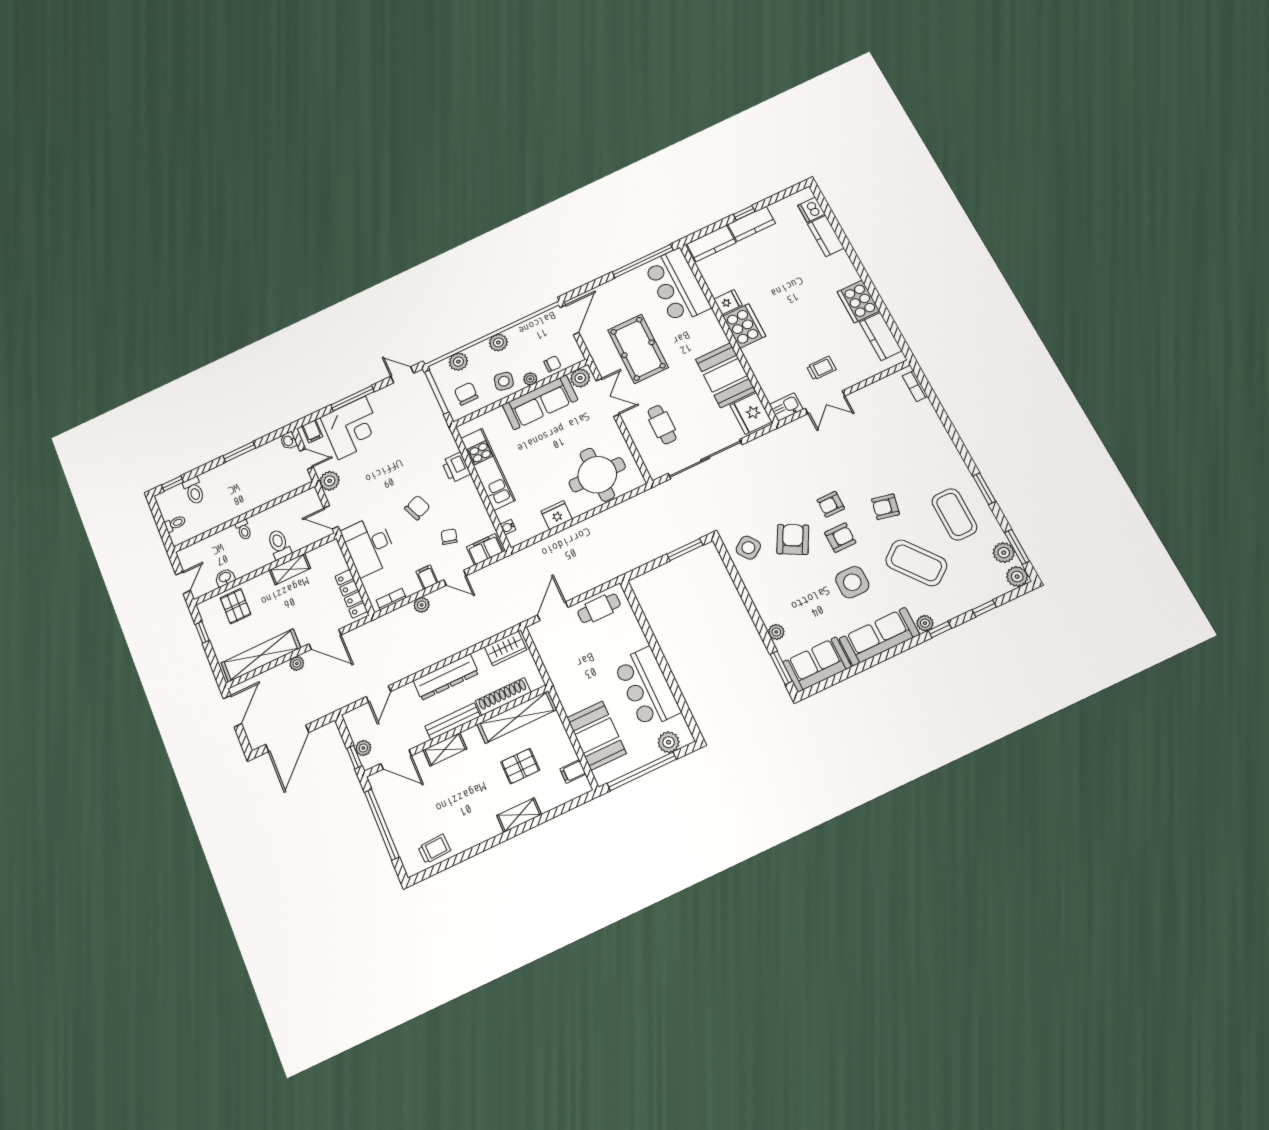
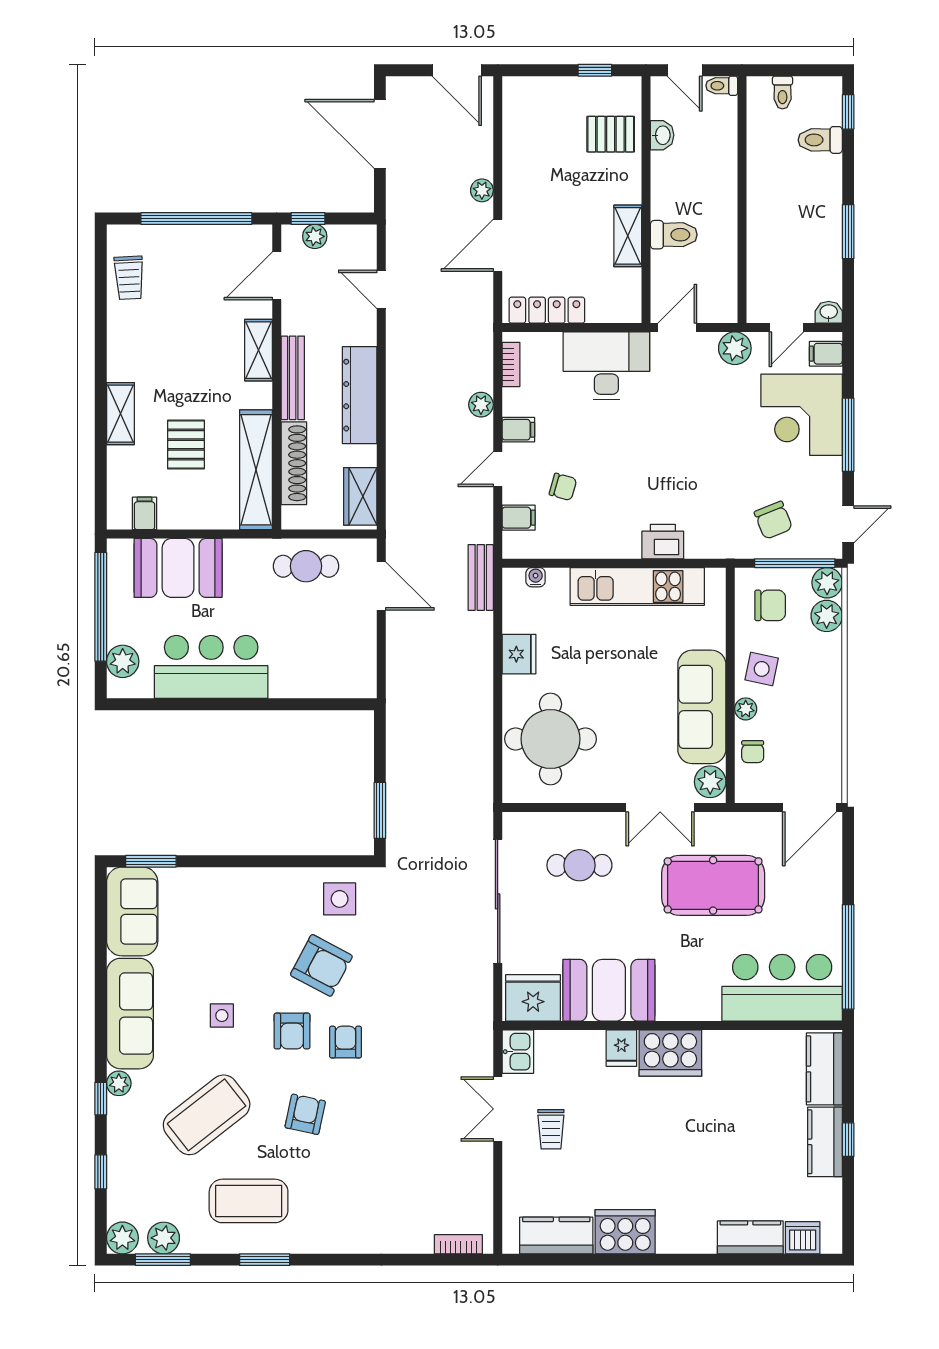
fridge: (728, 302) -> (621, 1048), moved
door: (569, 320) -> (809, 807), hinge flipped
plant: (498, 342) -> (827, 583), moved
chair: (417, 508) -> (773, 520), moved
toilet: (244, 530) -> (722, 86), moved
side table: (748, 548) -> (340, 899), turned 35
filing cabinet: (485, 549) -> (519, 518), width x0.50
bench: (522, 557) -> (481, 577), added
side table: (852, 582) -> (222, 1016), width x0.54, depth x0.54
cafe table: (599, 608) -> (306, 566), moved, turned 90
plant: (776, 632) -> (203, 879), removed
shelving: (261, 655) -> (519, 143), removed

